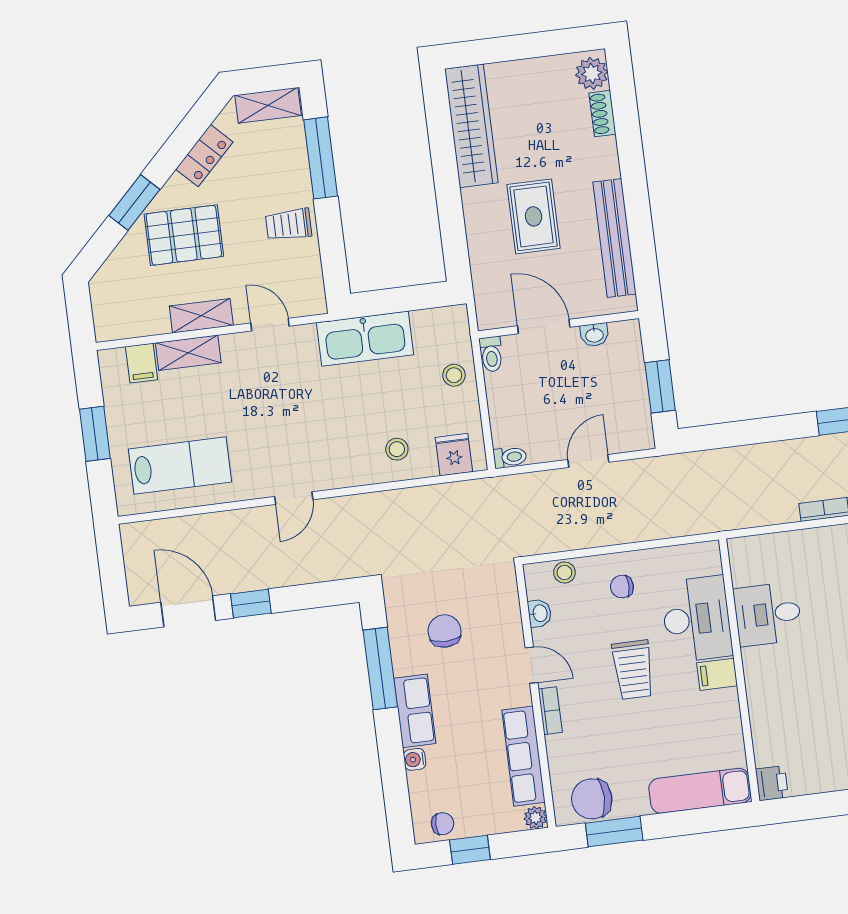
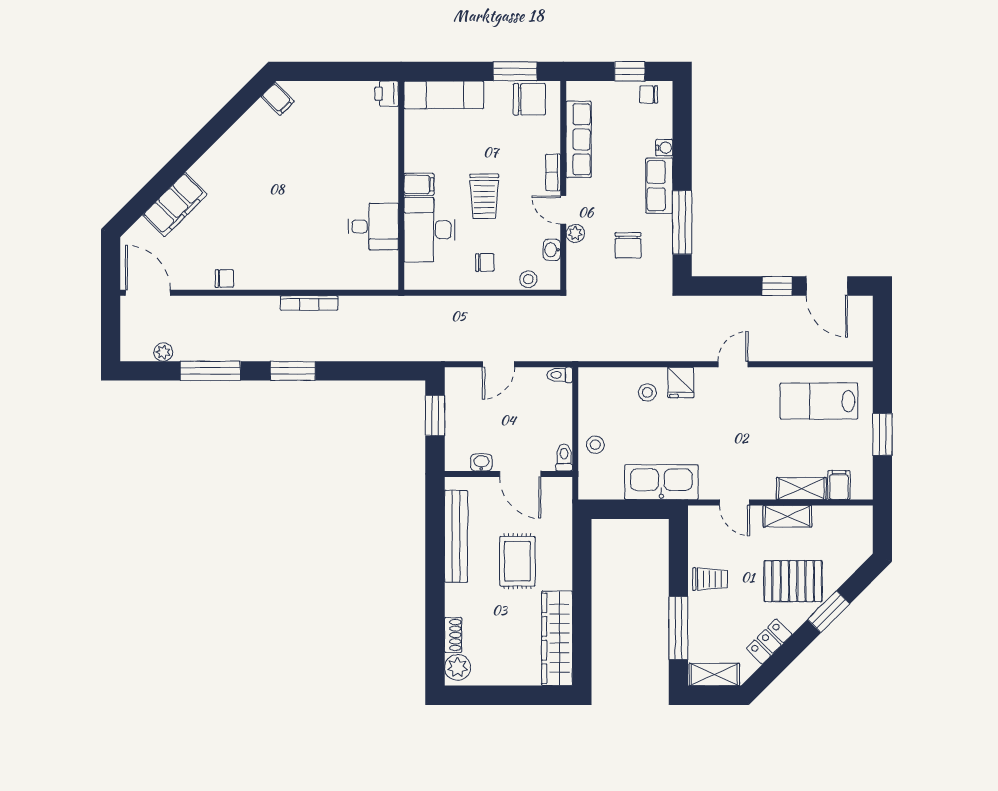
fridge: (454, 455) -> (681, 382), moved
trolley: (633, 670) -> (484, 196), turned 180
plant: (535, 818) -> (575, 234), moved

